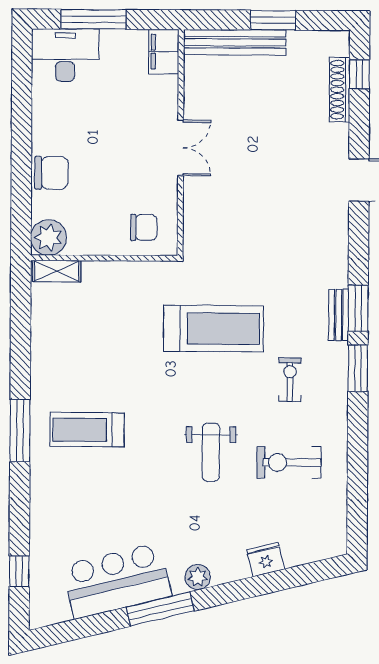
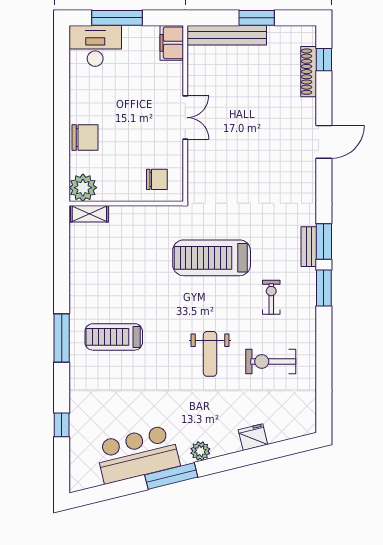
treadmill: (214, 329) -> (212, 258), turned 180
window: (19, 571) -> (62, 425), moved

